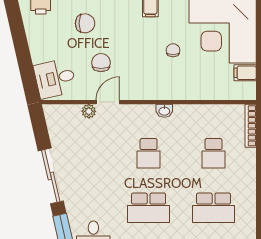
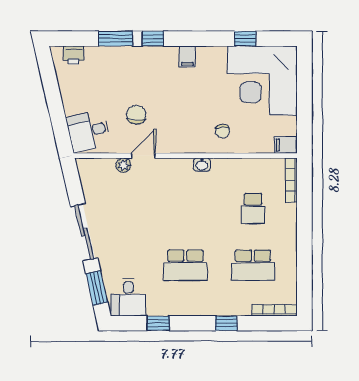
chair: (85, 23) -> (120, 74), removed
chair: (173, 50) -> (222, 131), moved, turned 180
filing cabinet: (245, 73) -> (286, 145), moved
school desk: (149, 153) -> (186, 209), removed

